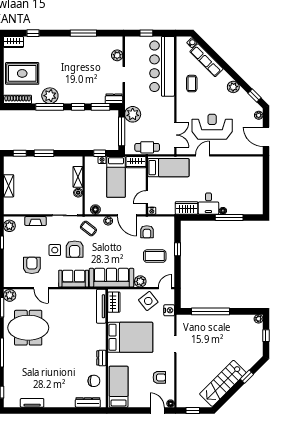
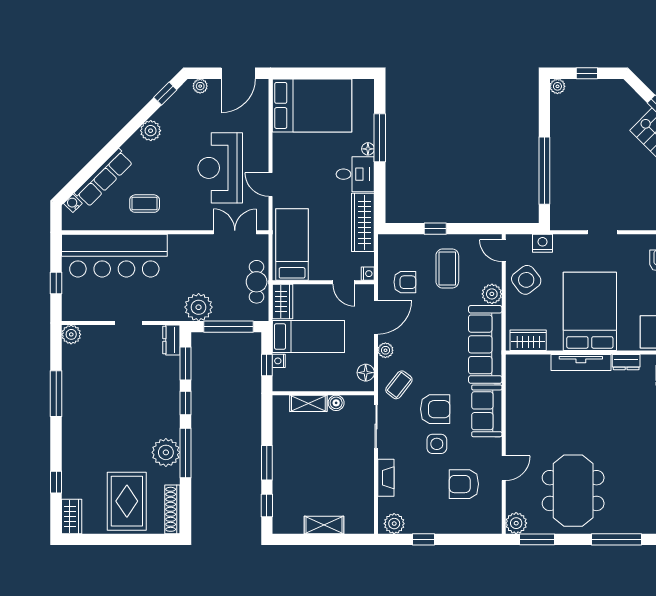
plant: (117, 55) -> (71, 334), moved
bed: (248, 179) -> (312, 105), added
wardrobe: (187, 208) -> (363, 222), width x1.50
tv unit: (101, 306) -> (581, 362), moved

